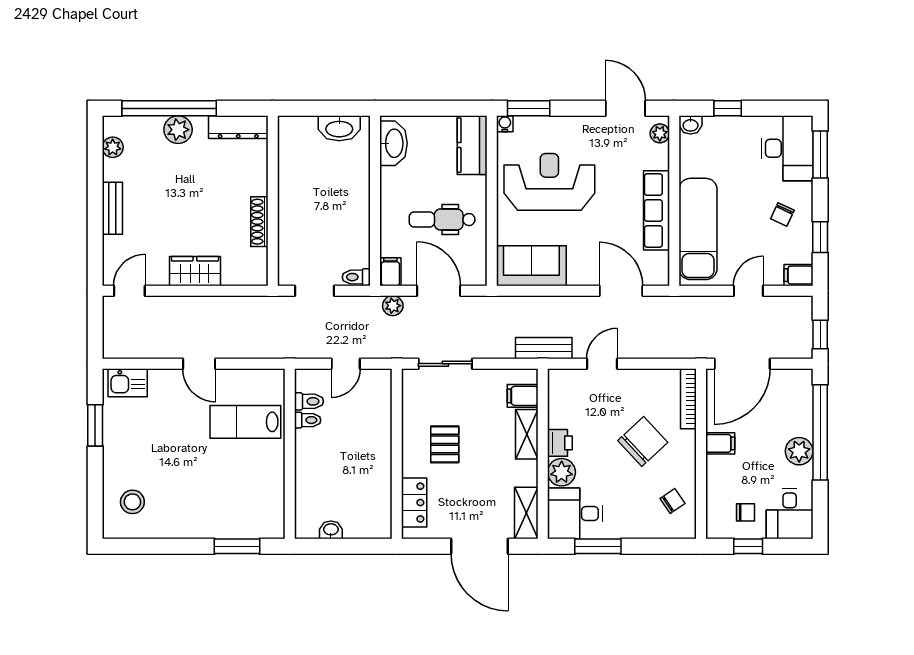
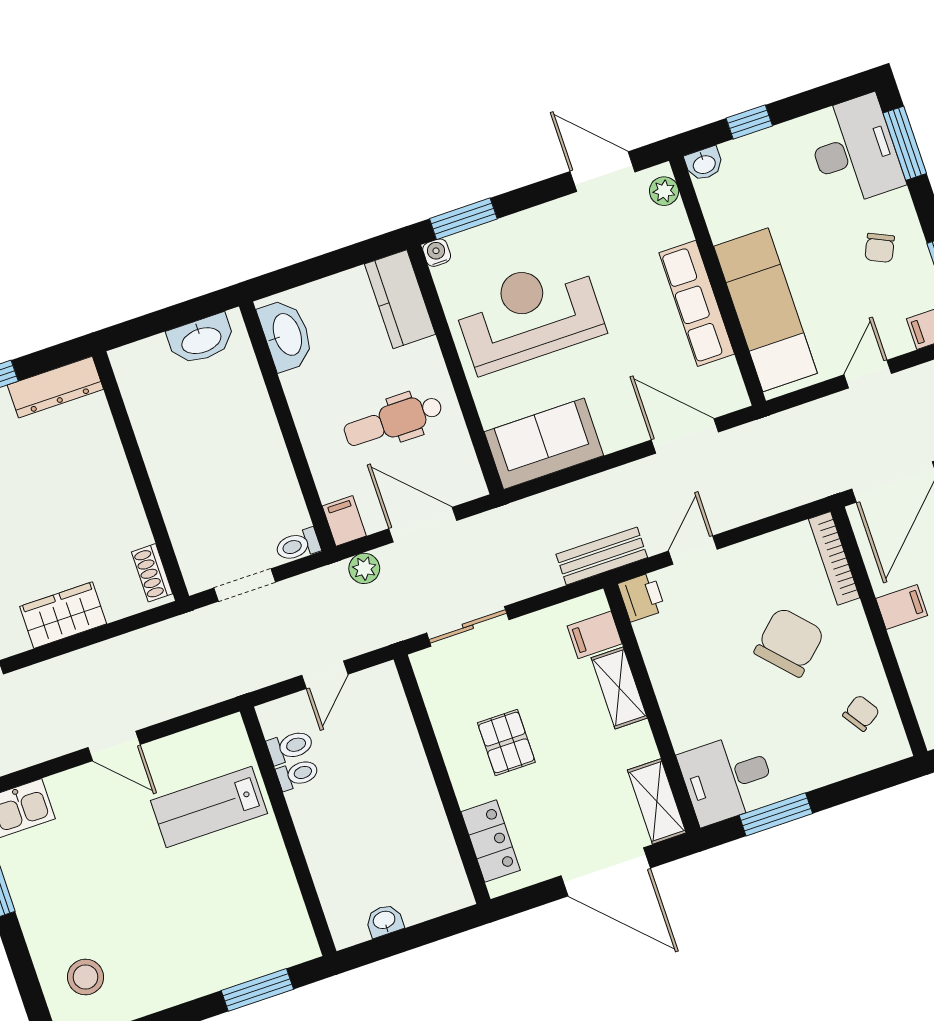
shoe rack: (259, 222) -> (152, 573), moved, width x0.70
printer: (560, 443) -> (642, 597), moved
plant: (562, 472) -> (688, 726), removed

